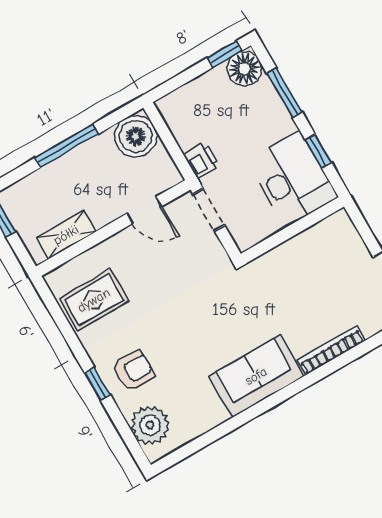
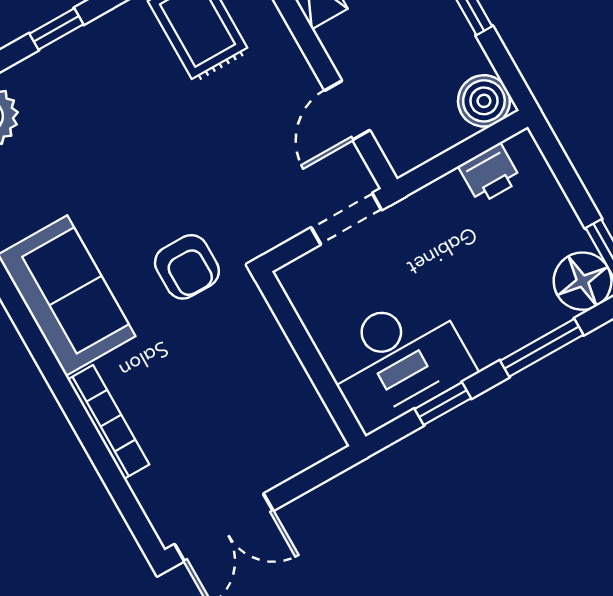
boiler: (136, 136) -> (484, 101), width x0.73, depth x0.73
printer: (201, 160) -> (490, 173), moved
armchair: (134, 371) -> (187, 267), moved

